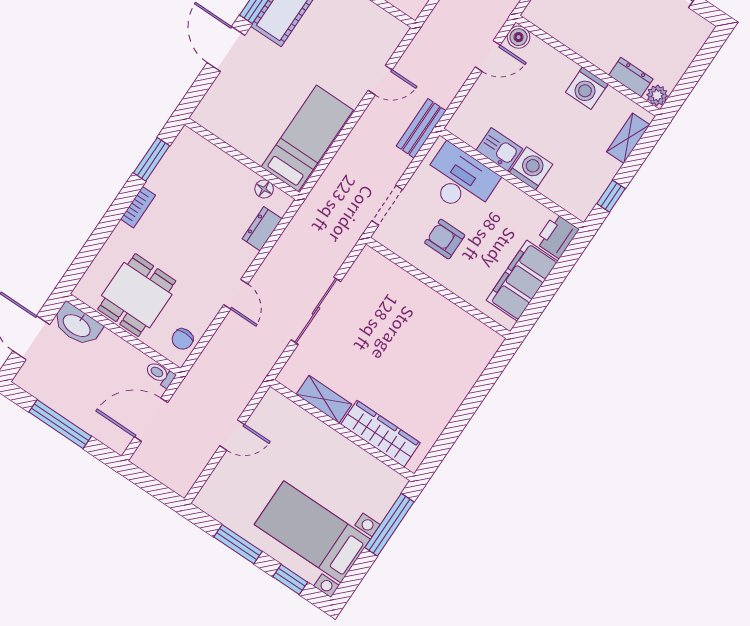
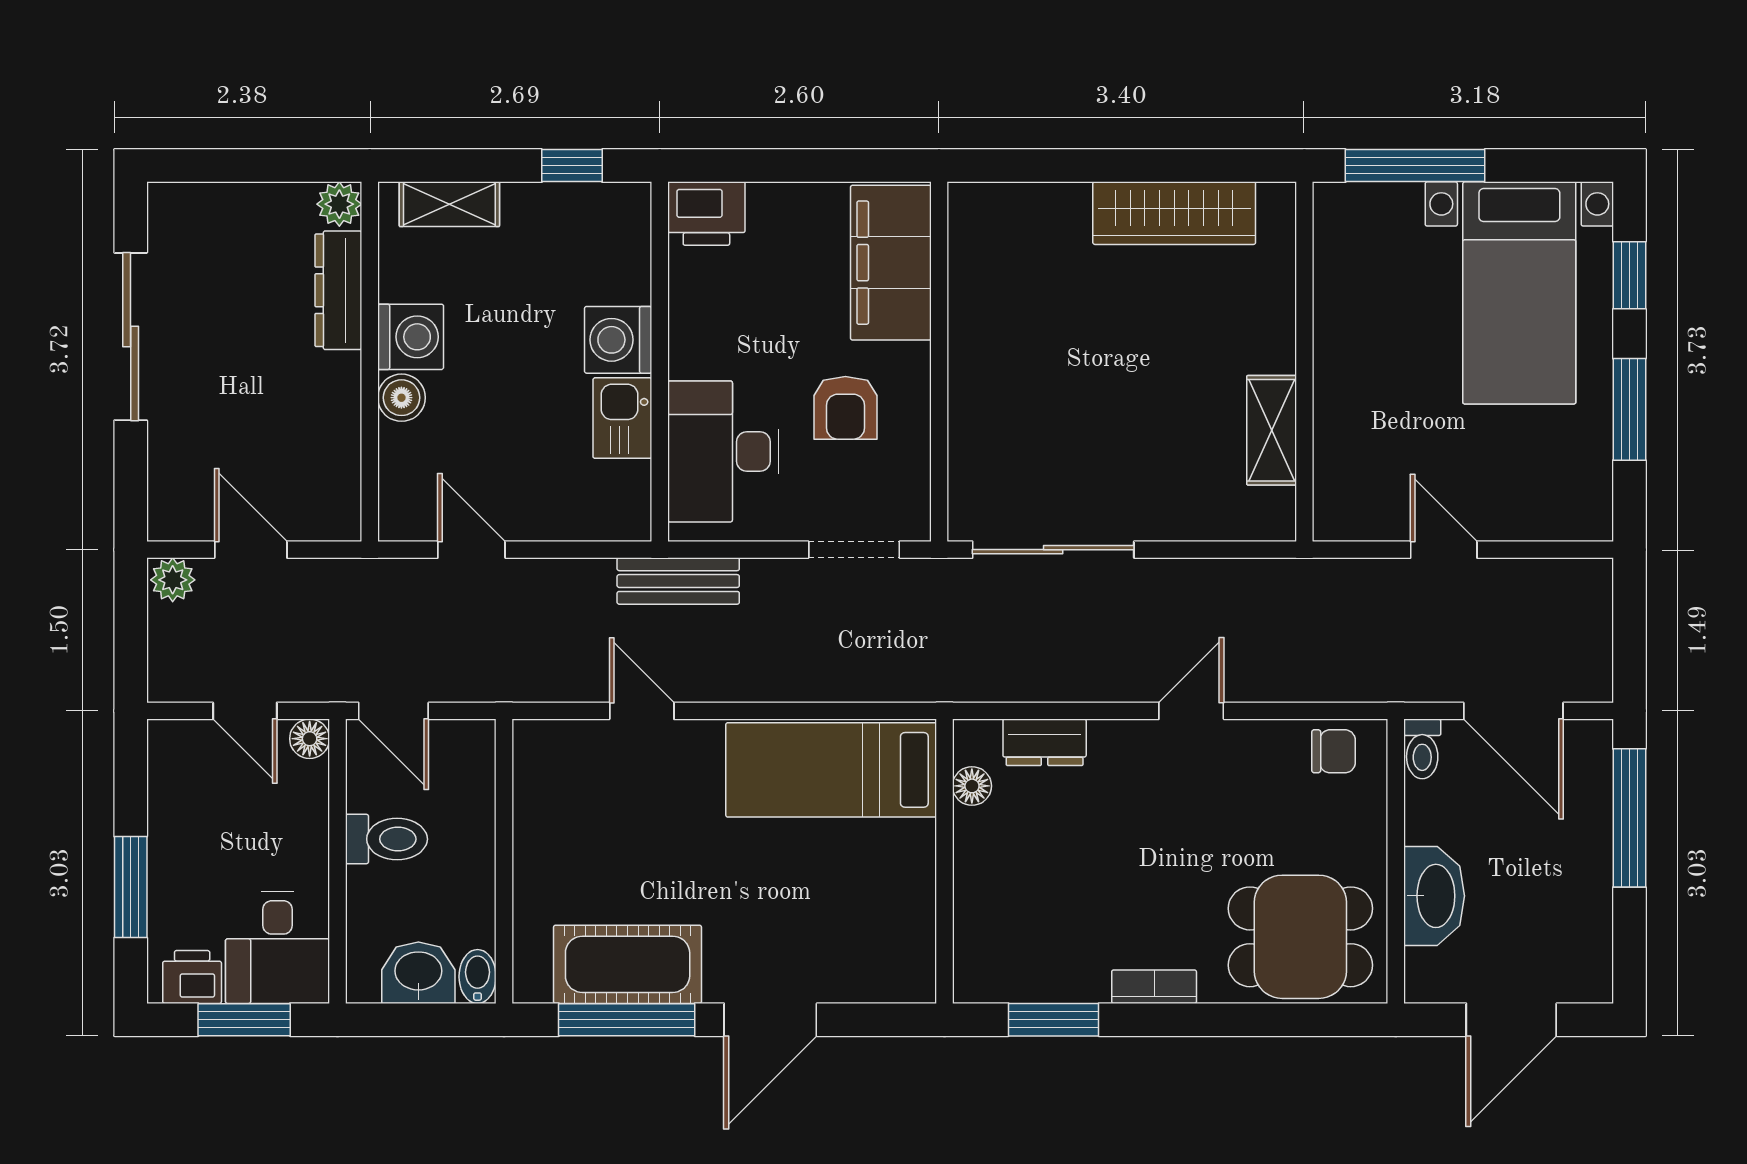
boiler: (519, 37) -> (401, 398), moved
dresser: (631, 77) -> (338, 290), width x1.44
filing cabinet: (522, 281) -> (891, 263), moved, turned 90
dining table: (137, 295) -> (1300, 937), moved
sliding door: (316, 311) -> (1053, 550), moved
washbasin: (77, 325) -> (1434, 896), moved
window: (60, 424) -> (1629, 818), moved
wardrobe: (380, 434) -> (1174, 213), moved, turned -90

